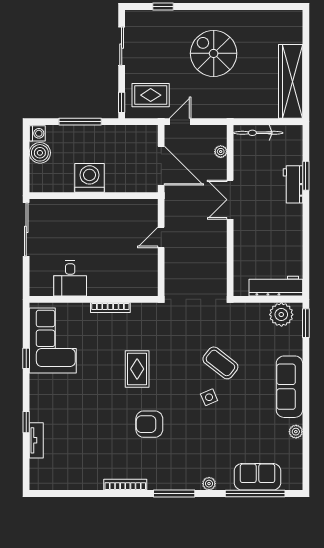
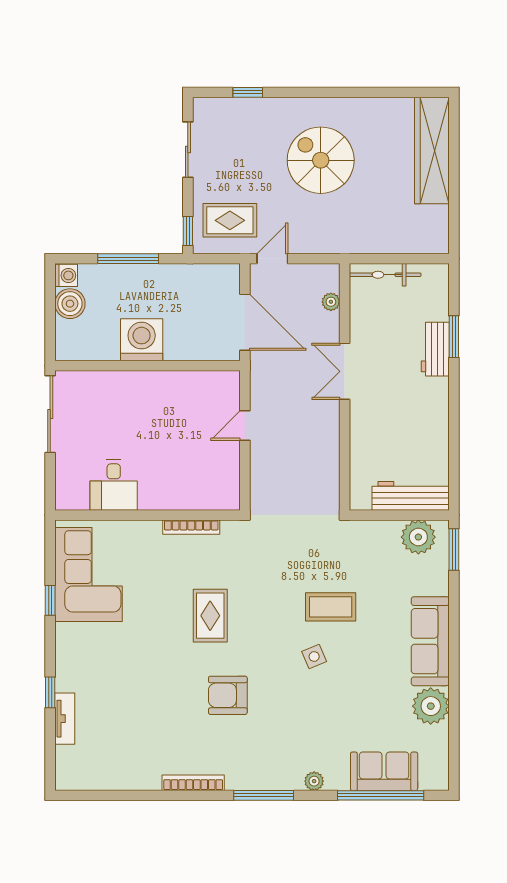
wardrobe: (291, 81) -> (432, 151), moved
bookcase: (110, 308) -> (191, 527), moved
coffee table: (220, 363) -> (331, 607), turned -38
plant: (296, 432) -> (431, 706), width x1.87, depth x1.87

